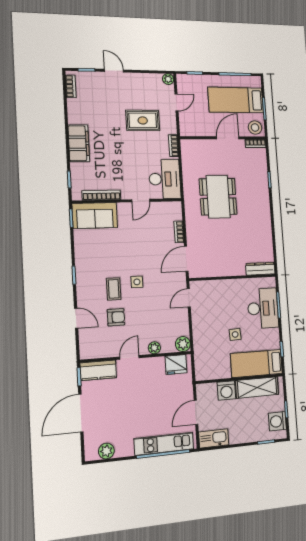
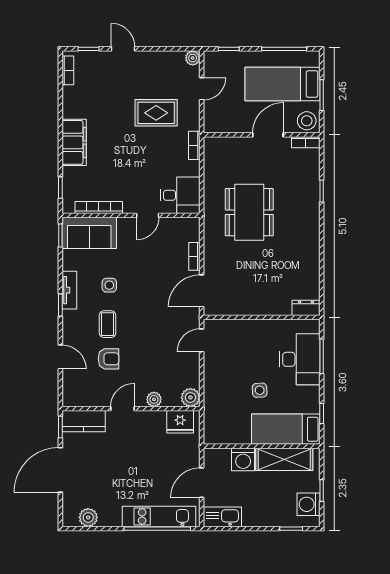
desk: (165, 179) -> (180, 195), width x0.73
tv unit: (81, 263) -> (69, 290), added
dresser: (260, 269) -> (306, 308), width x0.70
side table: (137, 282) -> (109, 285), moved

